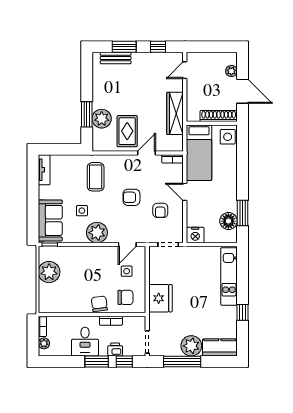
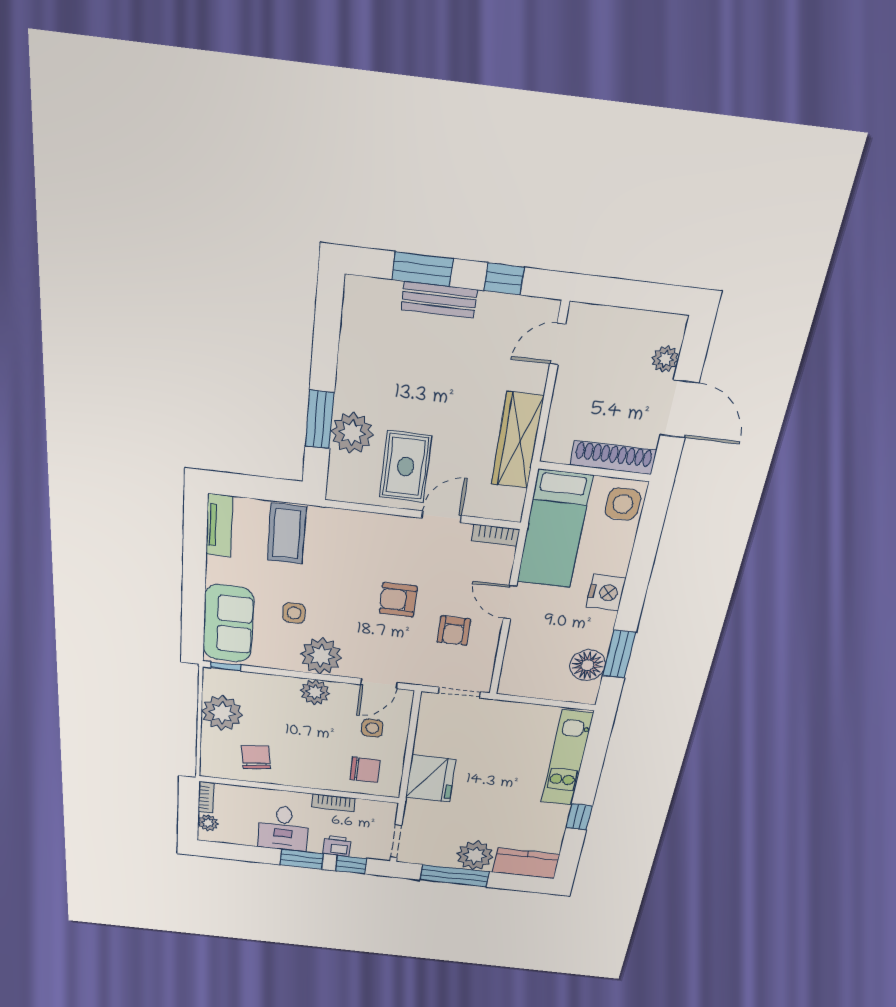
bench: (116, 58) -> (439, 300), moved
coffee table: (96, 177) -> (287, 534), moved
nightstand: (195, 235) -> (606, 593), moved, turned -90
plant: (96, 254) -> (315, 692), added
chair: (99, 304) -> (256, 757), moved

